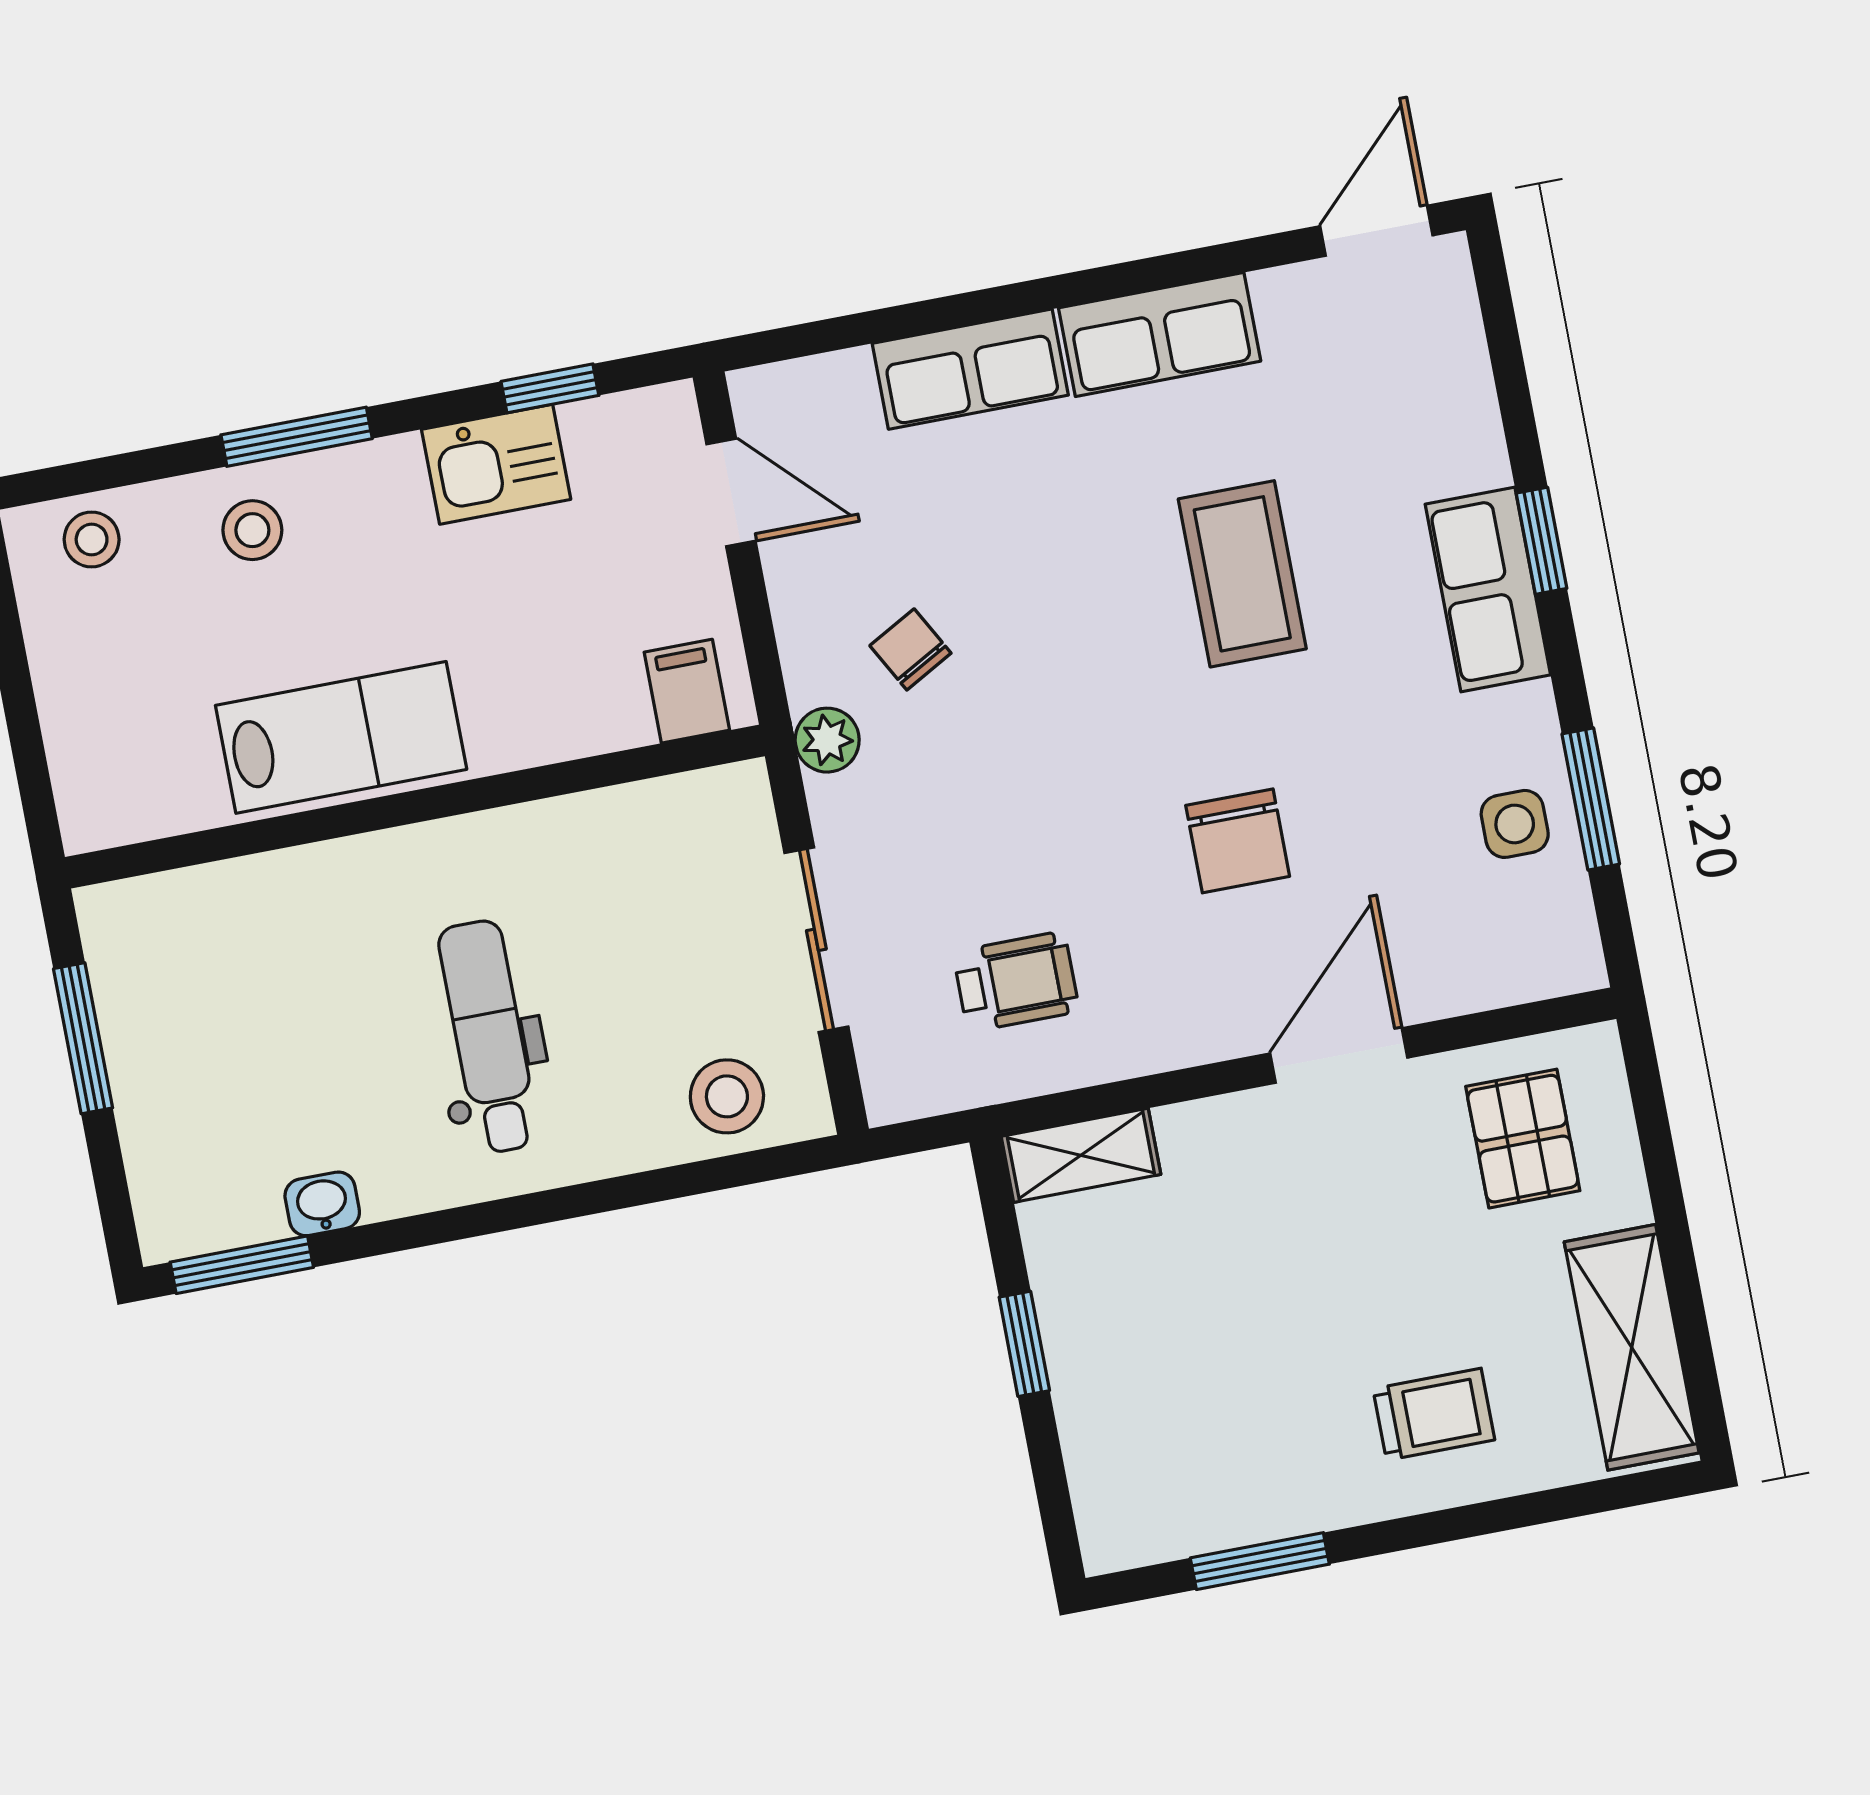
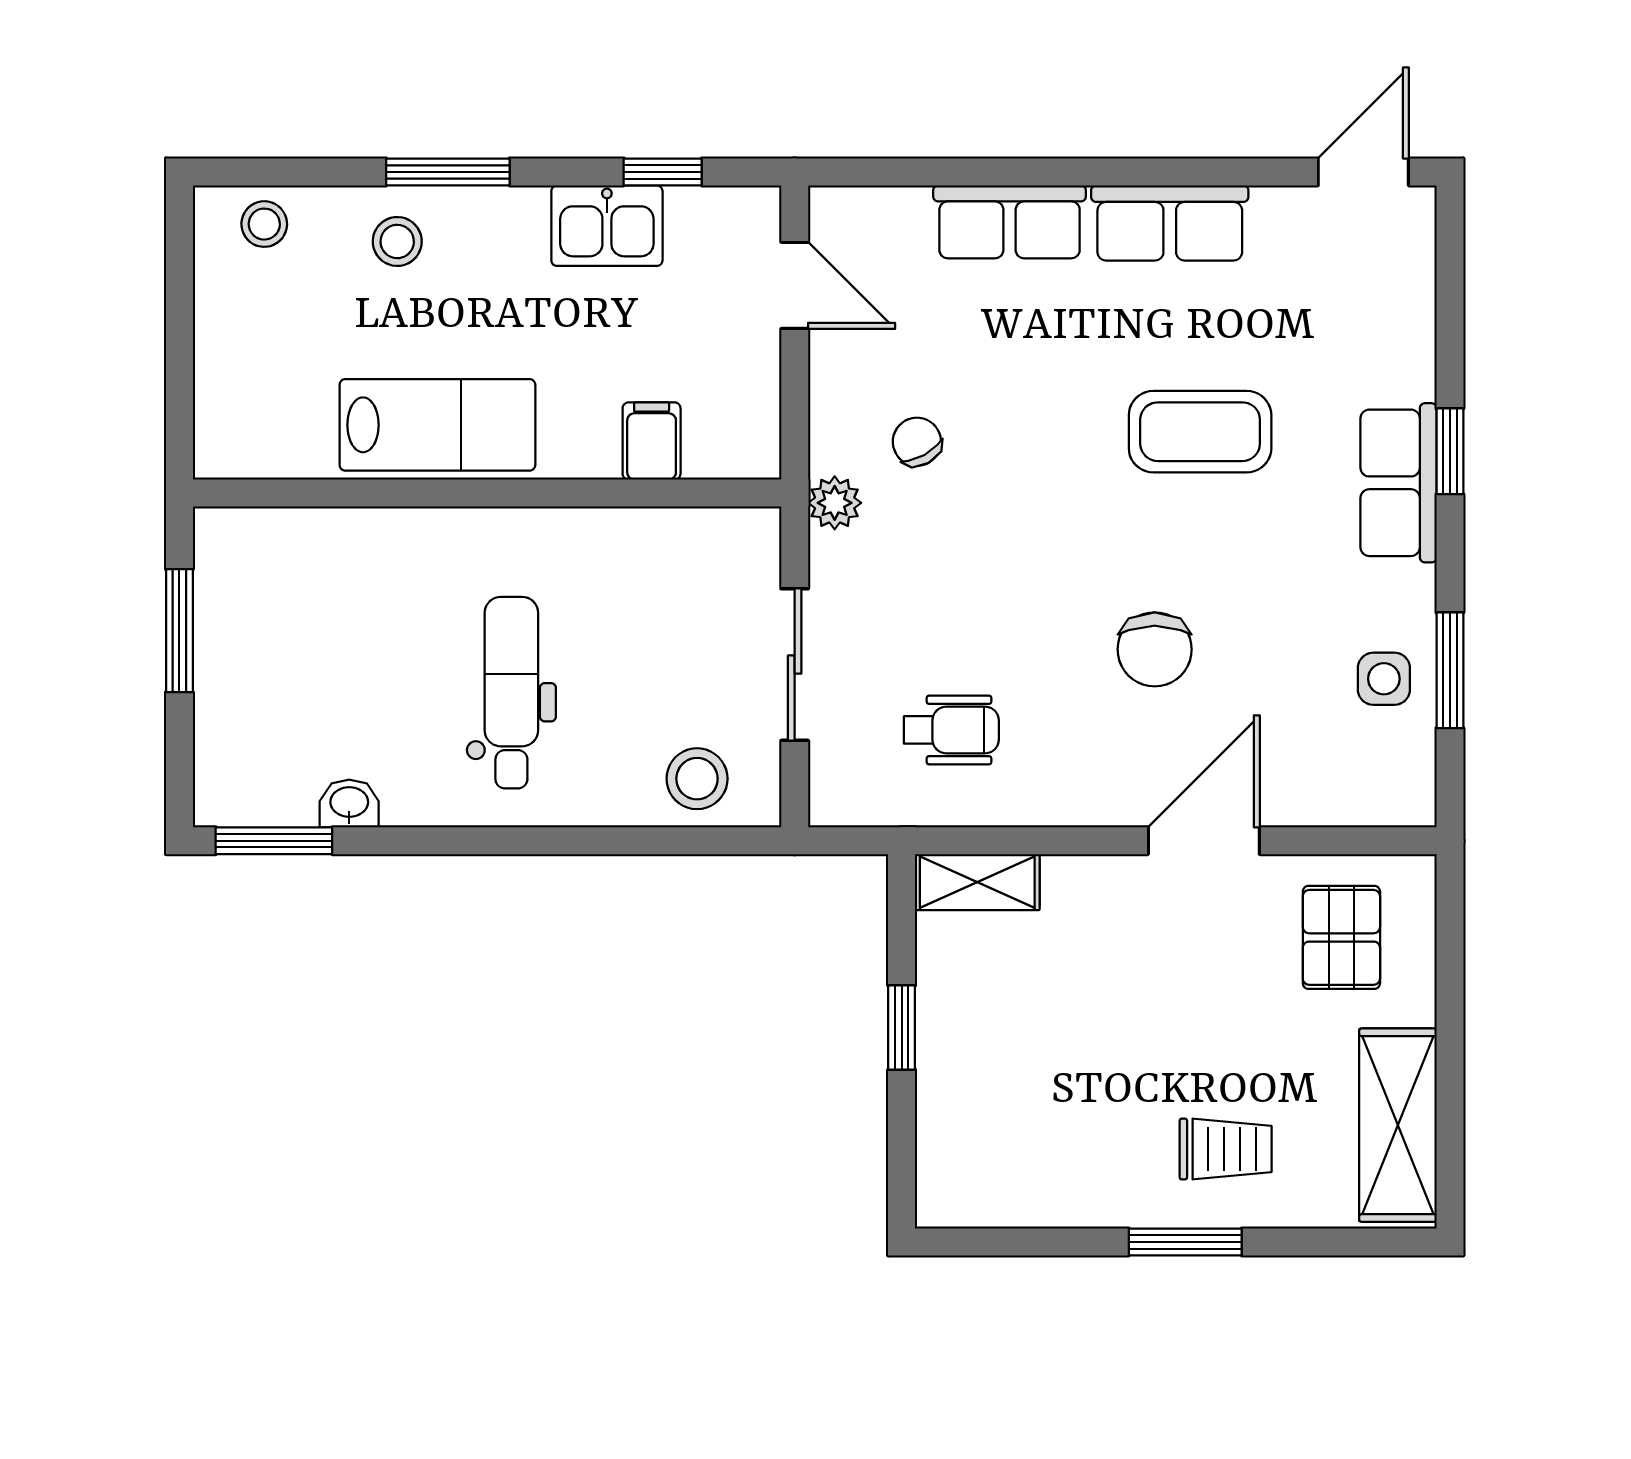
coffee table: (1242, 574) -> (1200, 432), turned 90
filing cabinet: (687, 691) -> (652, 441), moved
window: (1260, 1561) -> (1185, 1242), moved

